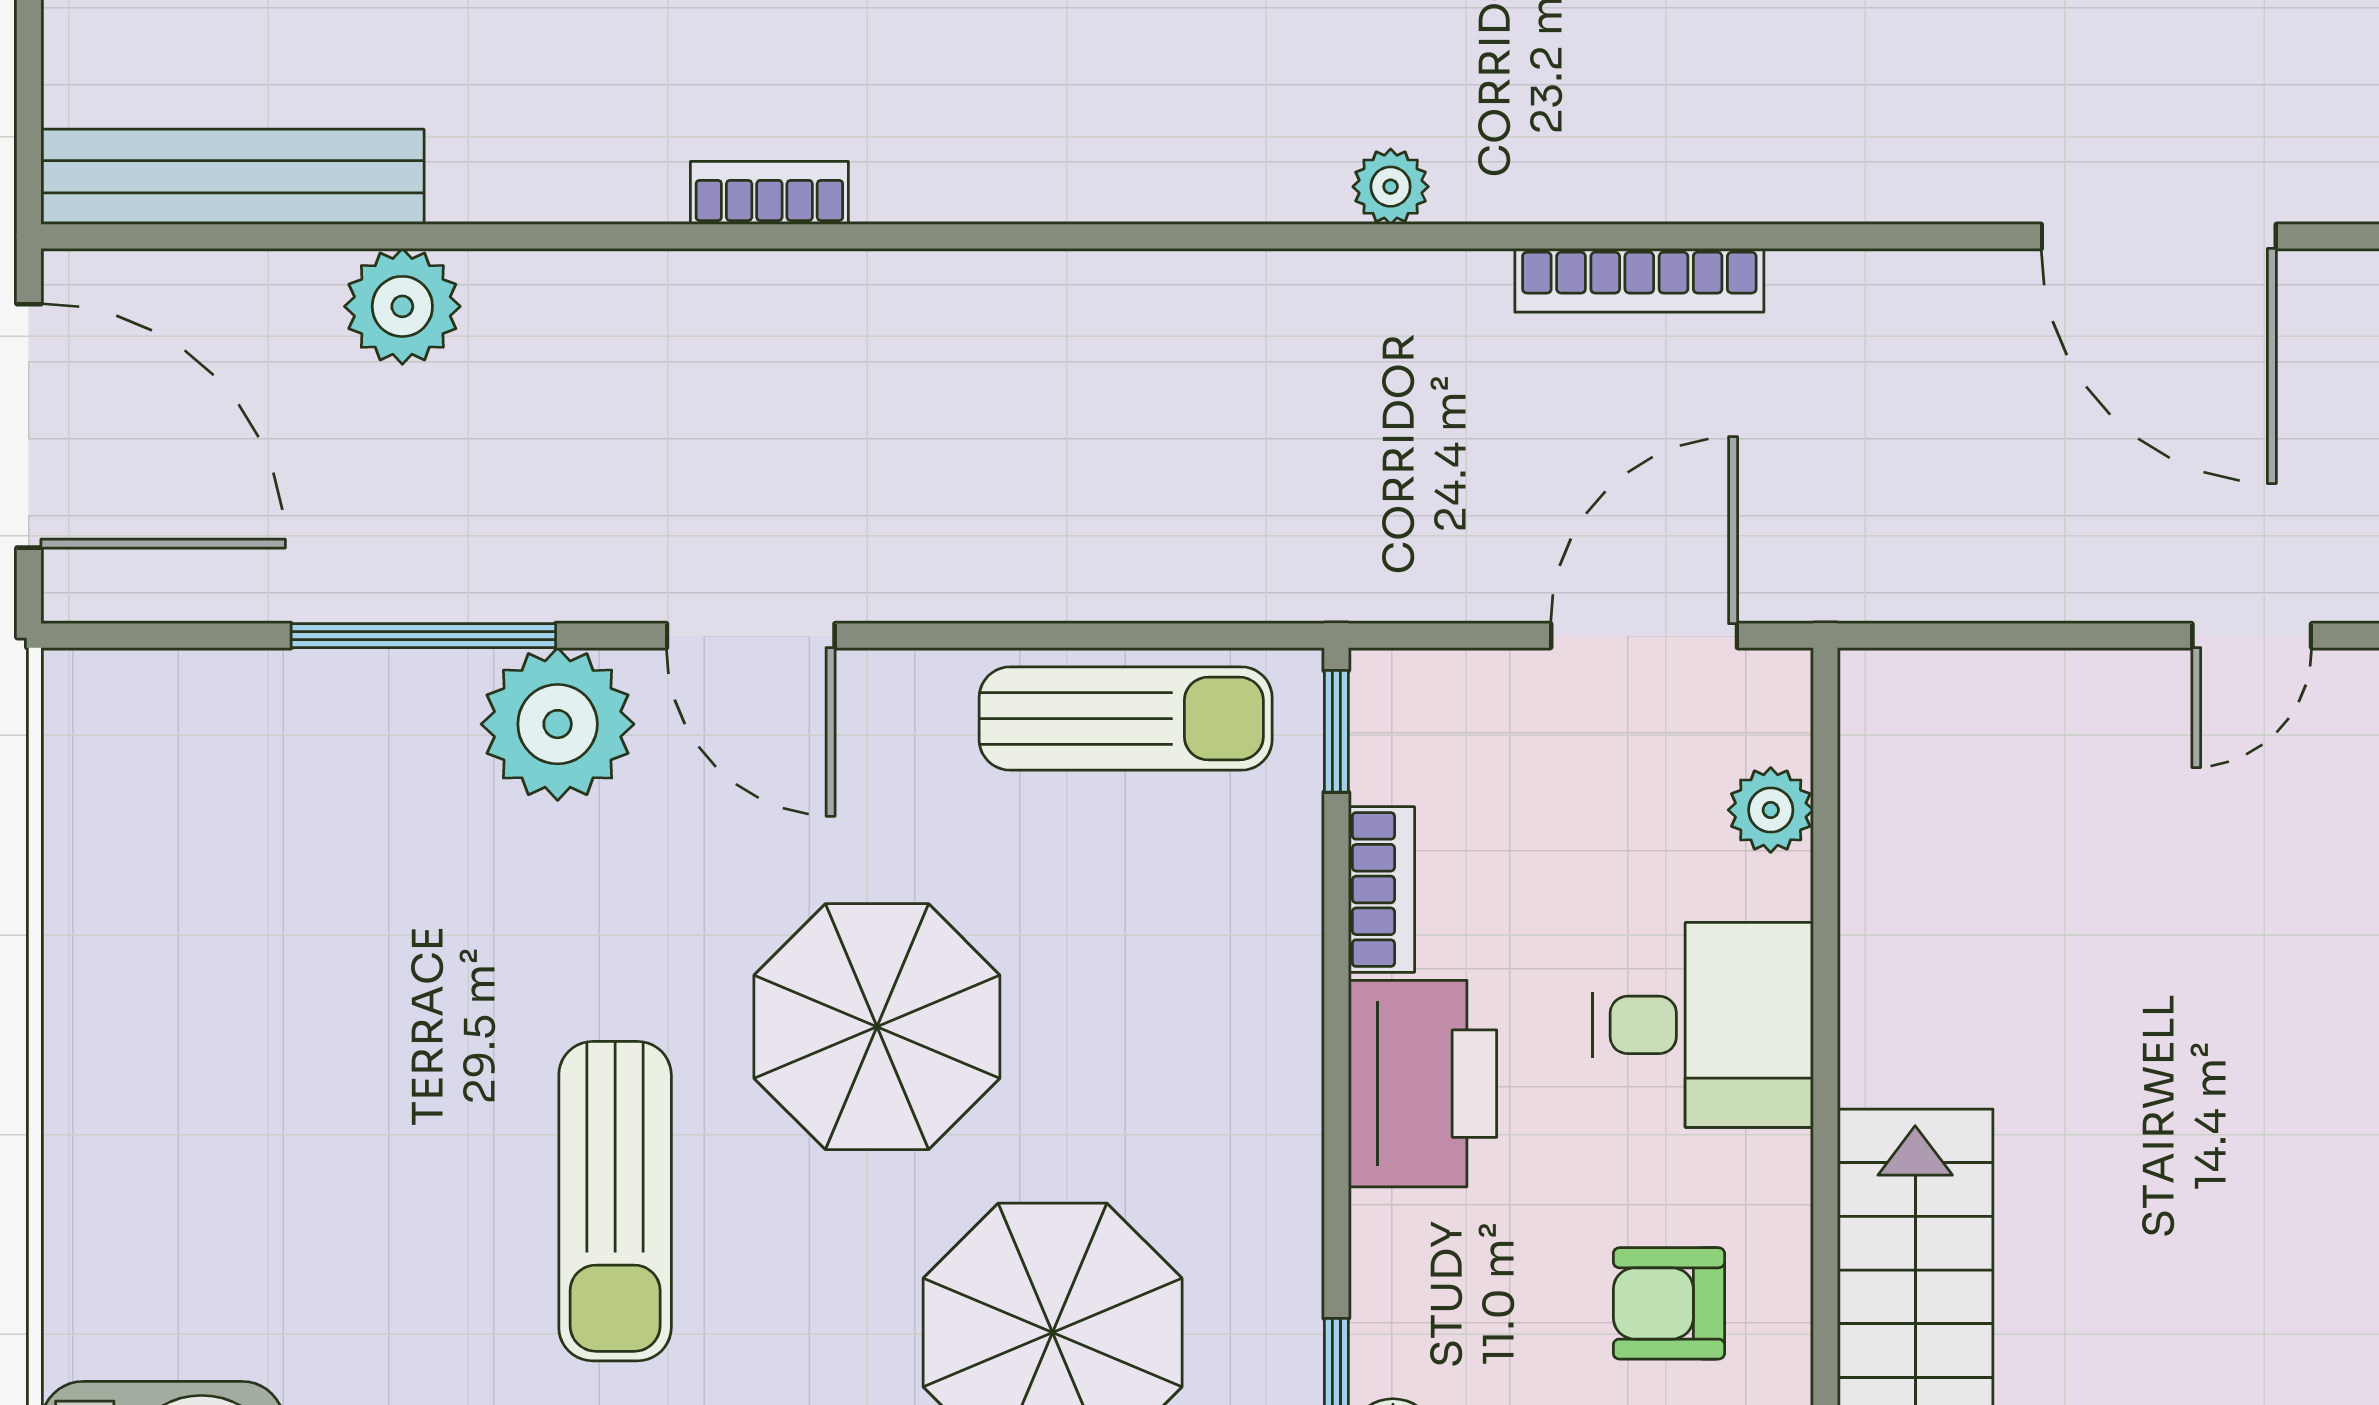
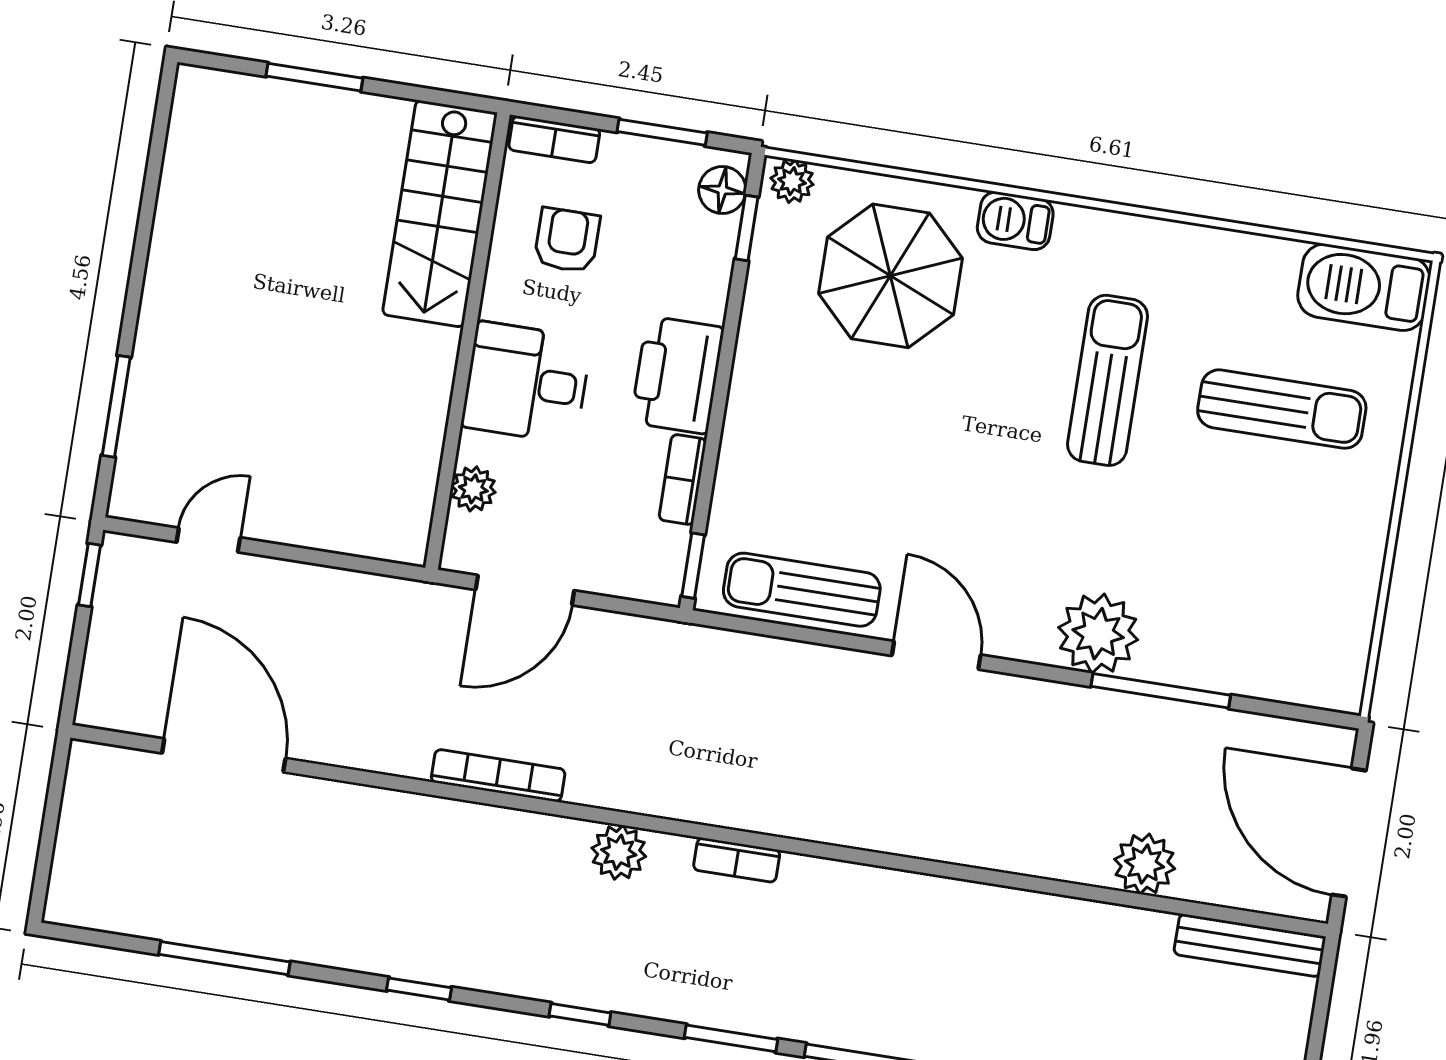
bench: (233, 177) -> (1250, 945), width x0.73, depth x0.82
plant: (1391, 187) -> (619, 852), width x1.38, depth x1.38
bookcase: (769, 193) -> (737, 860), moved
door: (751, 636) -> (936, 655), moved
parasol: (877, 1027) -> (957, 450), removed
sun lounger: (280, 1199) -> (1282, 409), added
armchair: (1669, 1303) -> (567, 240), turned -90

